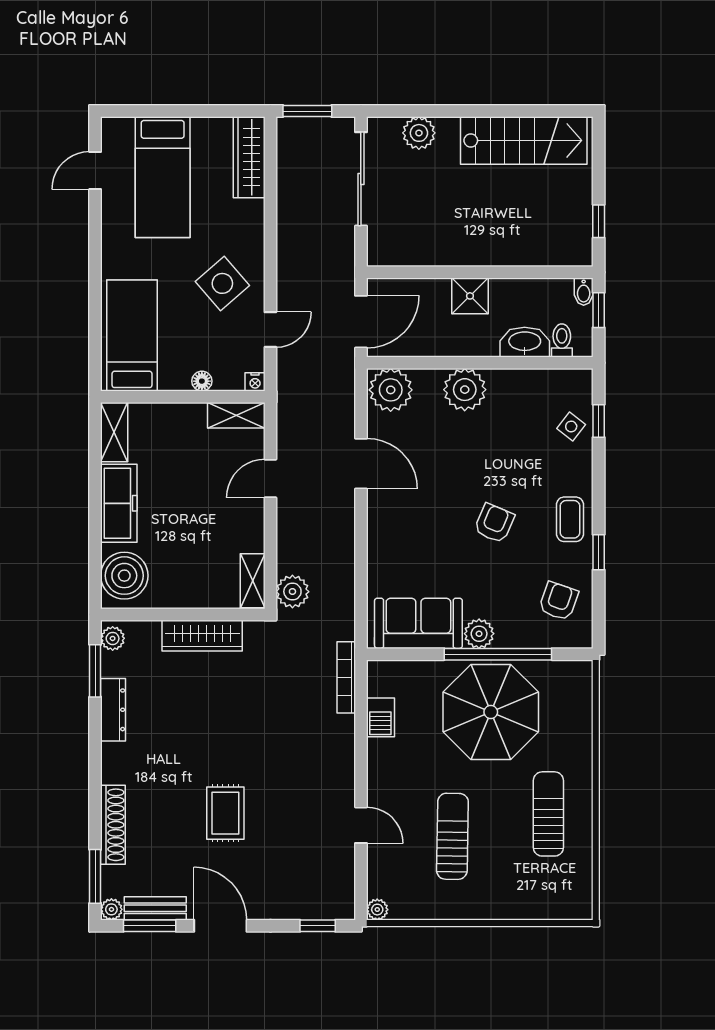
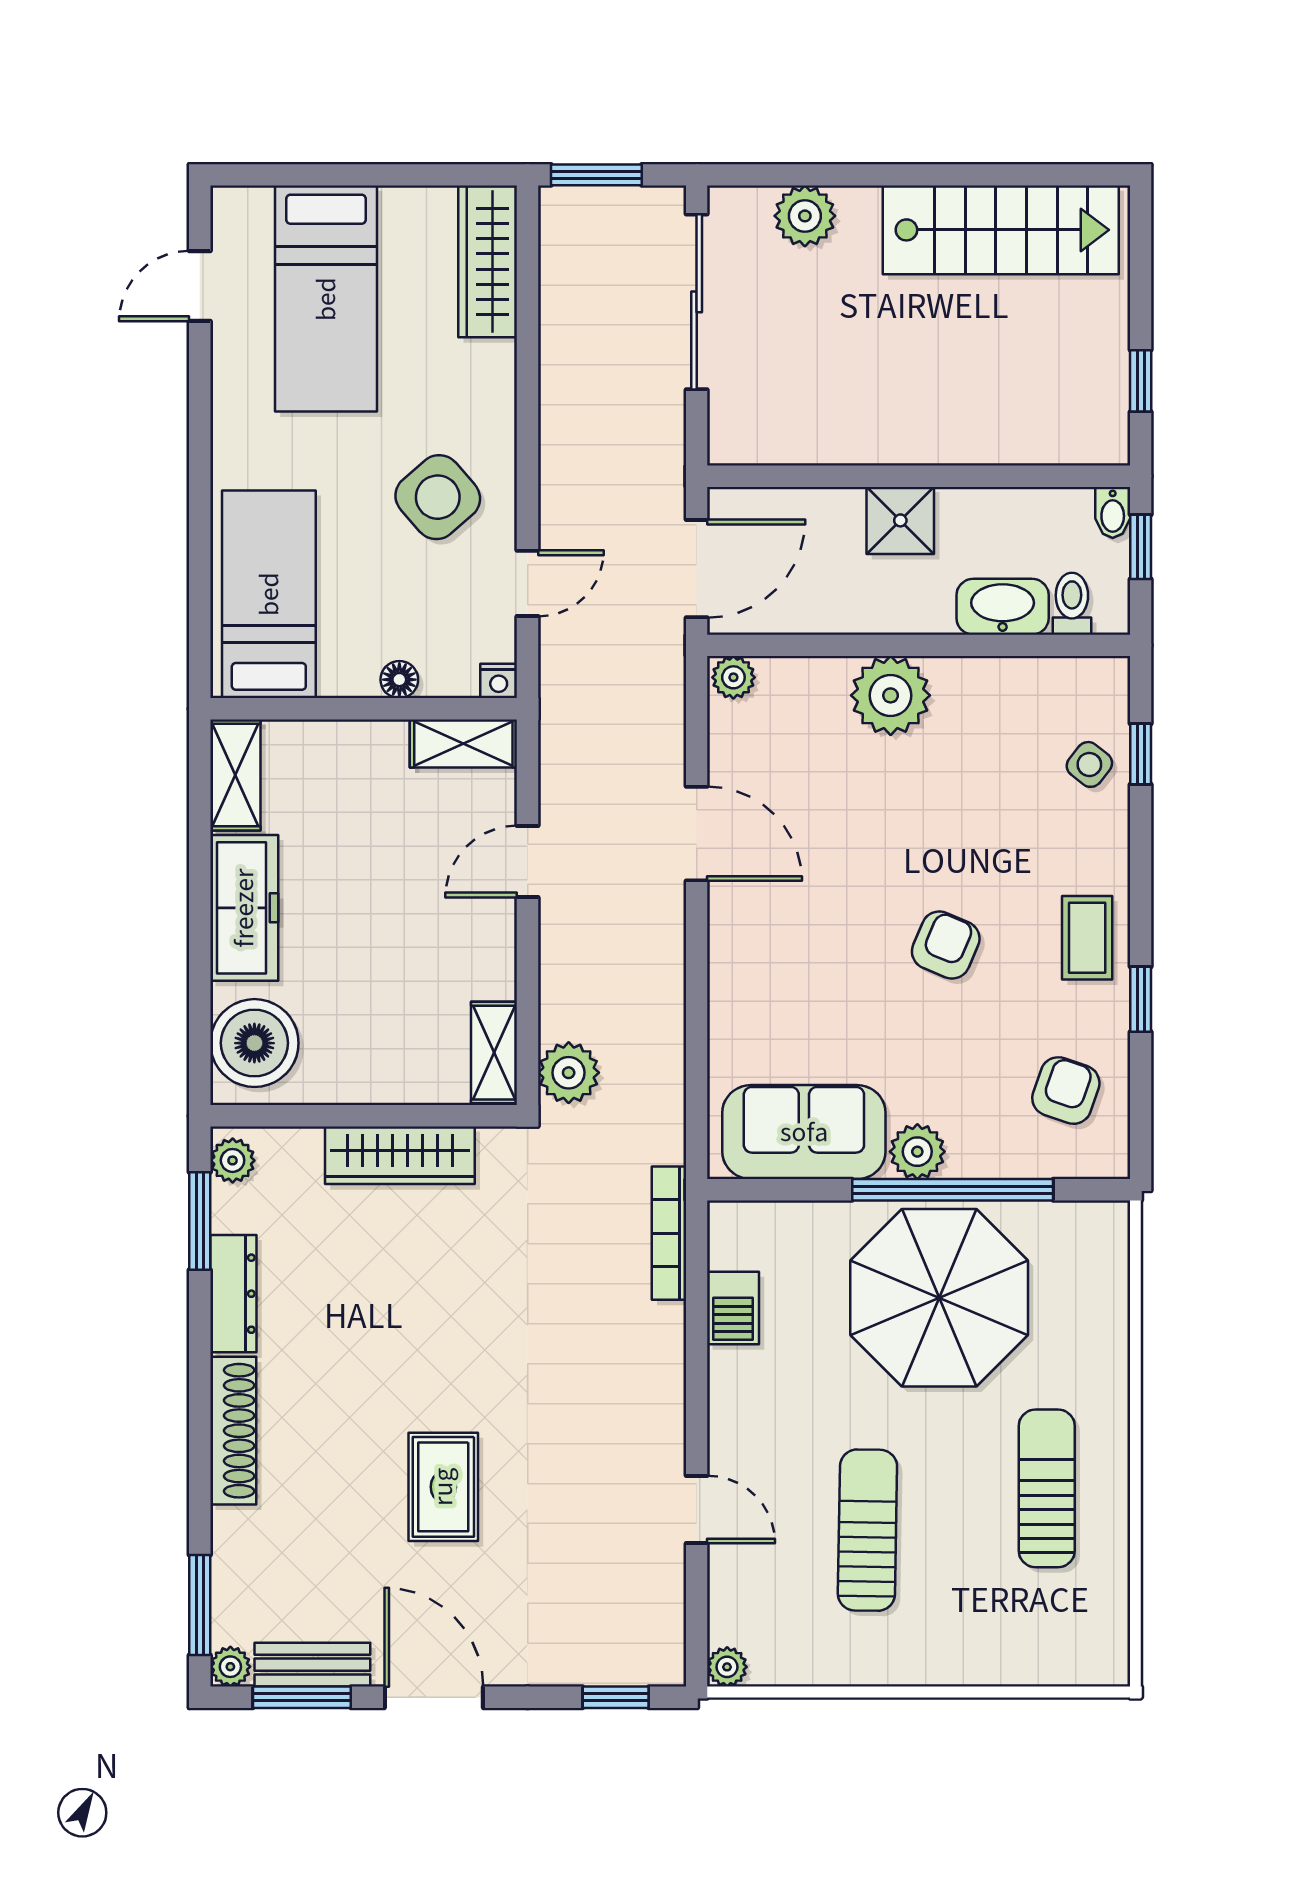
plant: (391, 390) -> (733, 677), width x0.53, depth x0.53
shoe rack: (113, 825) -> (233, 1431), moved

